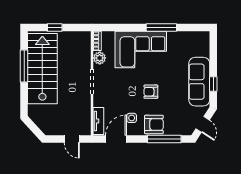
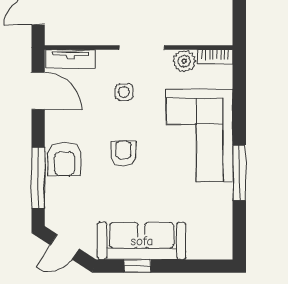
side table: (132, 118) -> (124, 92), moved

